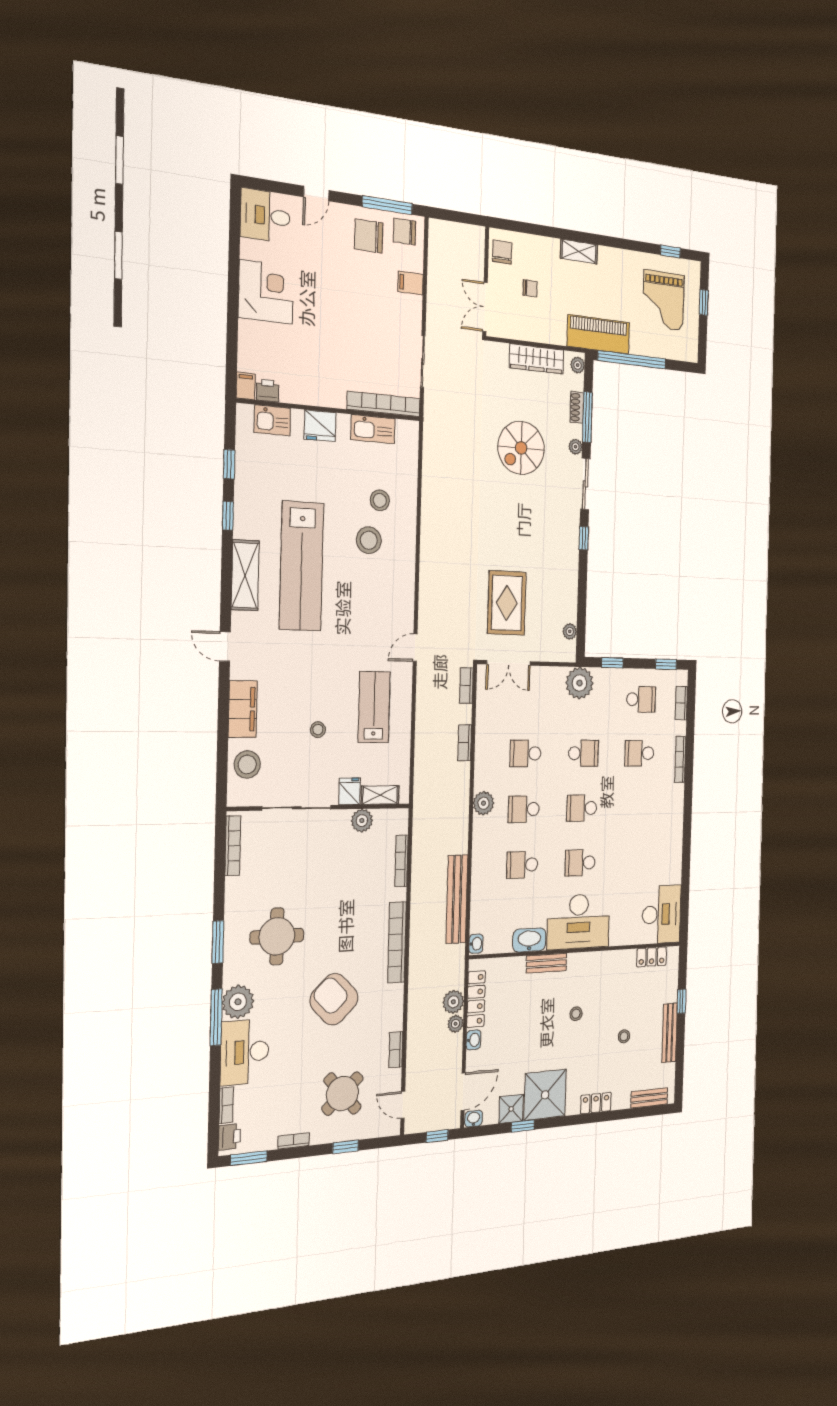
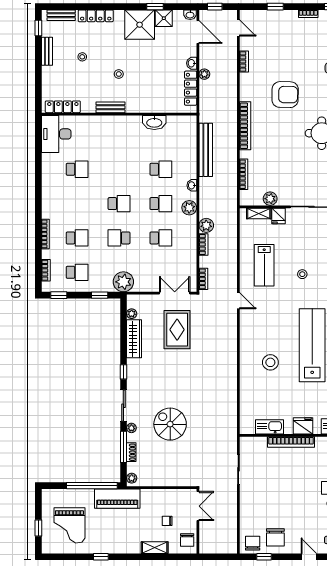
door: (316, 194) -> (309, 557), hinge flipped
window: (387, 205) -> (264, 557), width x0.46
chair: (404, 232) -> (253, 543), turned -90
chair: (369, 236) -> (275, 537), turned 90
window: (670, 251) -> (101, 557), moved
shelving: (579, 252) -> (155, 548), moved
filing cabinet: (410, 283) -> (248, 514), removed
grand piano: (663, 300) -> (69, 525), turned 180
wardrobe: (537, 359) -> (134, 339), moved, turned 90
bookcase: (384, 404) -> (291, 442), moved
spiral stairs: (521, 448) -> (170, 424), turned -90
stool: (380, 500) -> (264, 386), removed
door: (415, 648) -> (238, 301), hinge flipped
school desk: (641, 699) -> (77, 272), turned 180
stool: (318, 730) -> (302, 274), moved
school desk: (580, 863) -> (77, 169), moved
desk: (578, 921) -> (119, 132), removed
washbasin: (476, 944) -> (192, 185), moved
locker: (652, 957) -> (63, 107), width x1.53
bench: (546, 963) -> (110, 107), moved
armchair: (334, 999) -> (285, 95), turned -45
window: (681, 1001) -> (38, 28), moved
plant: (453, 1002) -> (206, 225), moved
bench: (670, 1033) -> (47, 51), width x0.73
door: (463, 1092) -> (198, 32), swing flipped
round table: (342, 1094) -> (278, 38), removed
locker: (596, 1103) -> (96, 16), width x1.53

